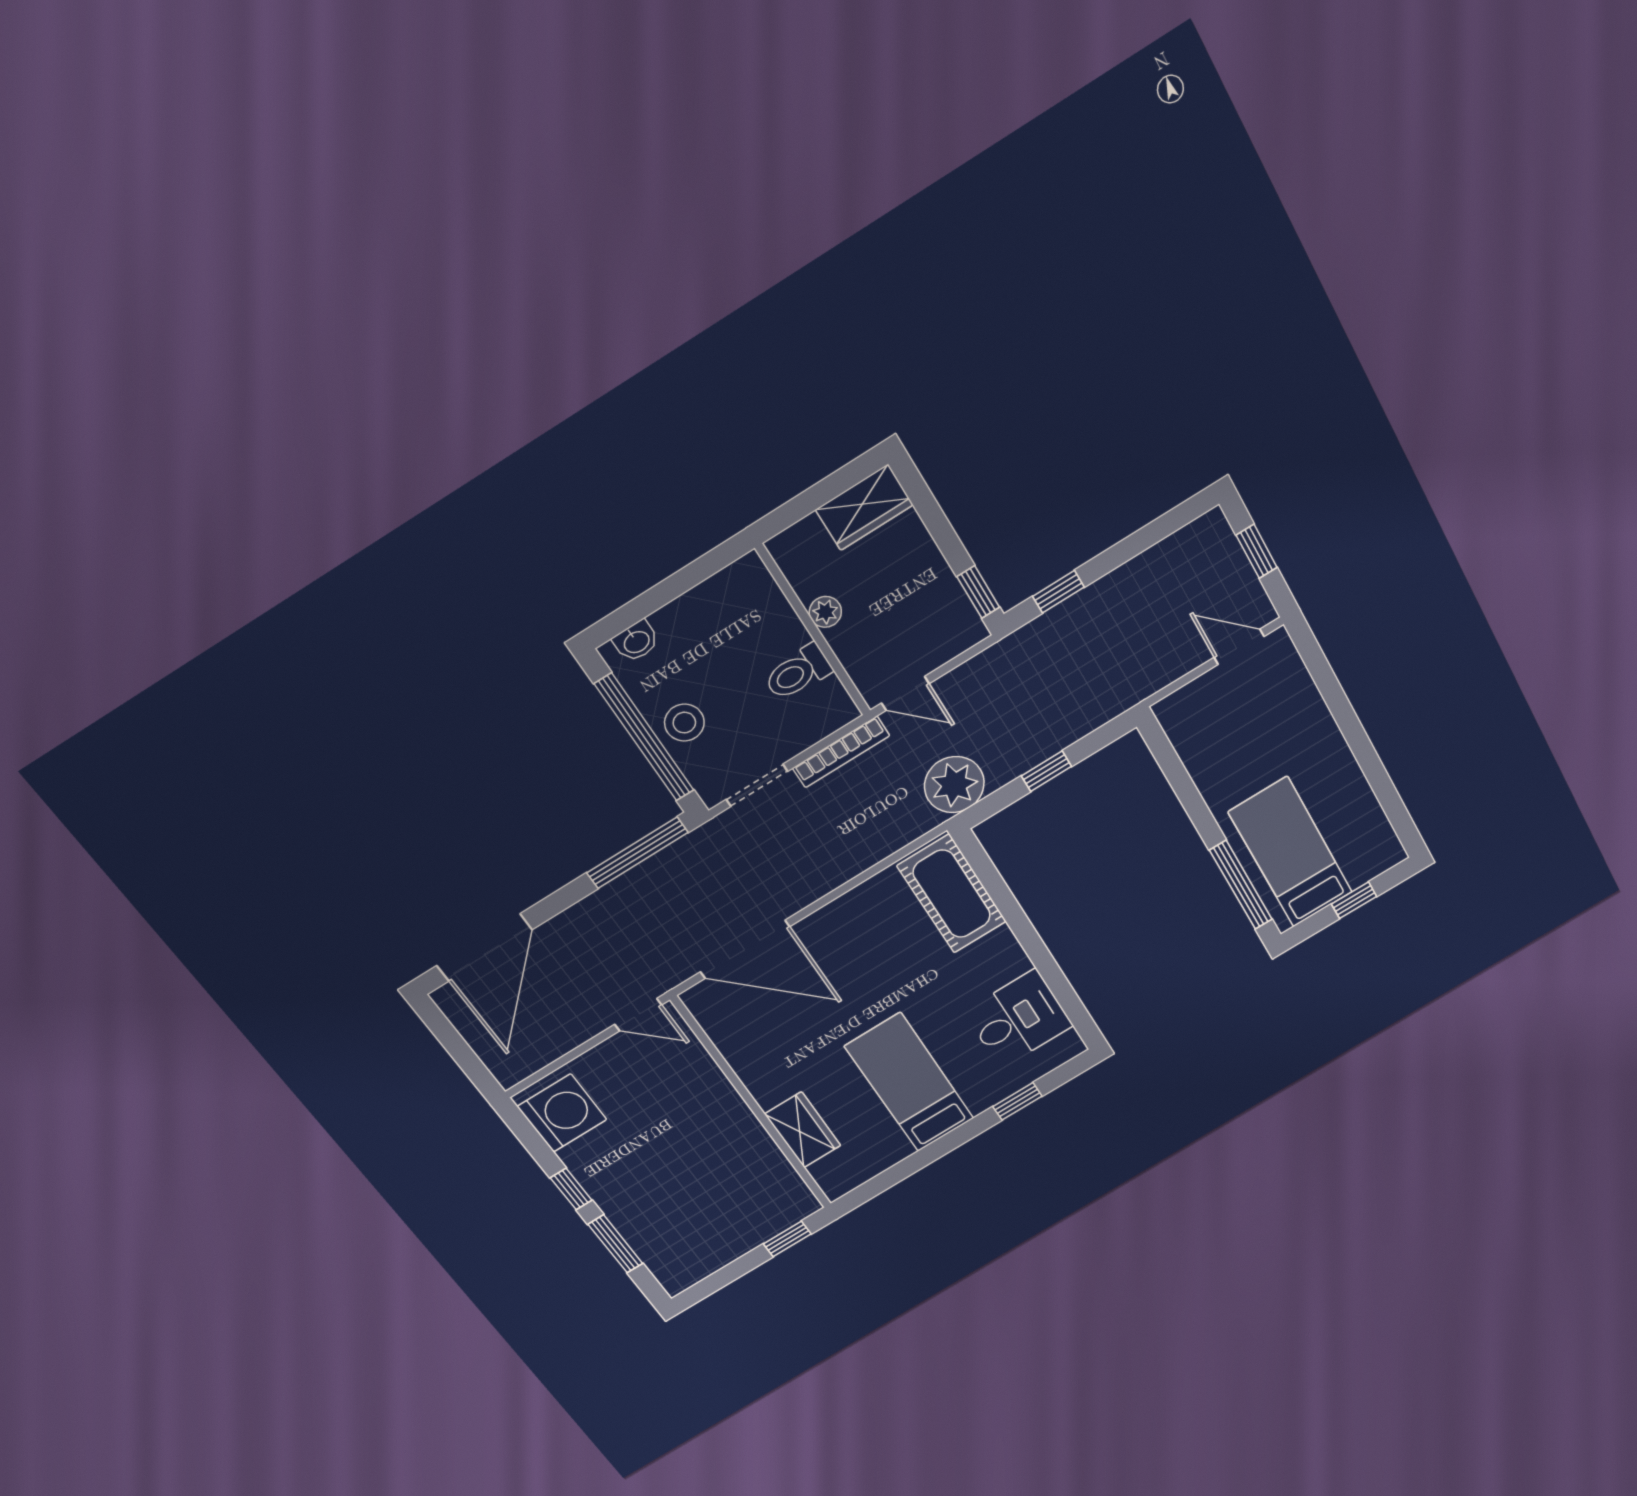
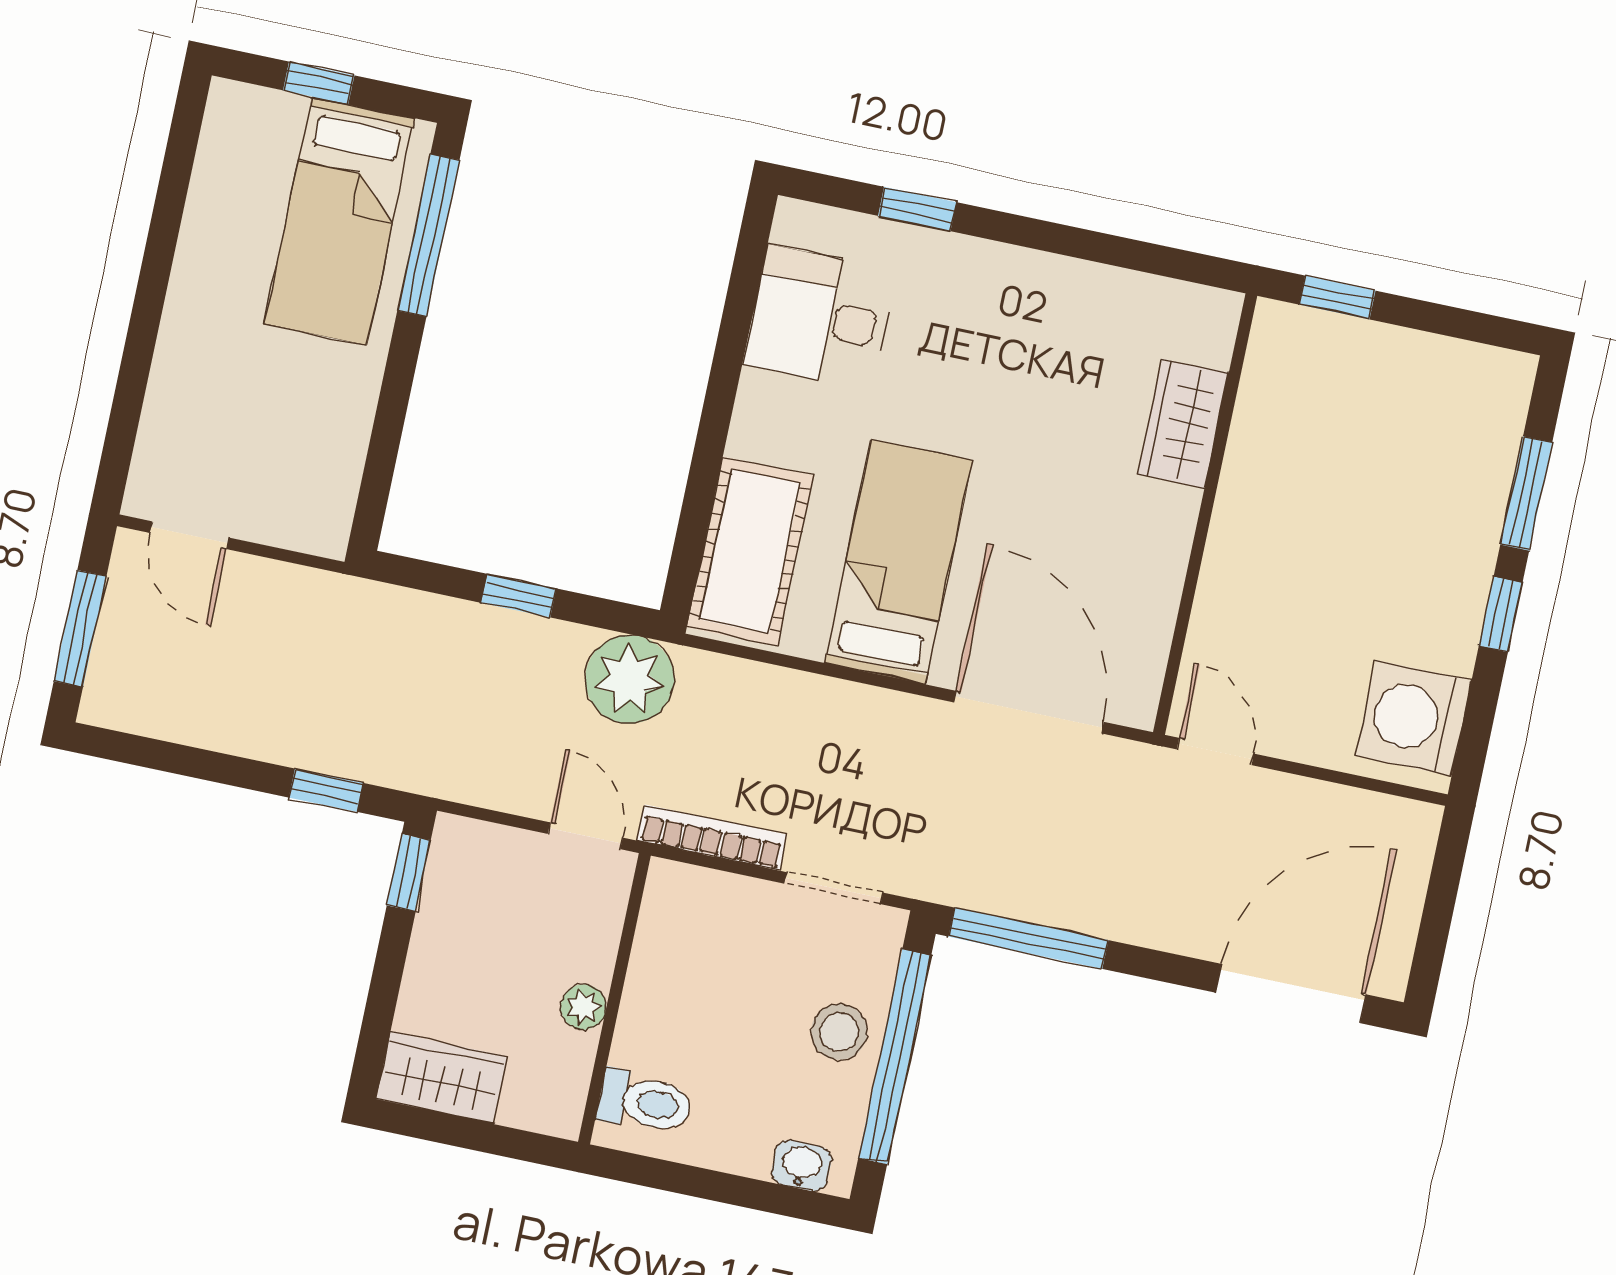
window: (1257, 551) -> (80, 629), width x1.50
toilet: (798, 672) -> (645, 1102), moved
bed: (909, 1083) -> (898, 562), moved, turned 180

